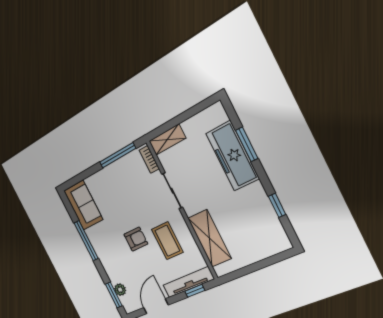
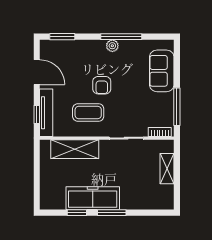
shelving: (167, 140) -> (167, 169), moved
window: (247, 144) -> (112, 213), moved
freezer: (232, 156) -> (93, 198), moved
sofa: (83, 205) -> (162, 71), moved, turned 90
plant: (120, 290) -> (112, 46), moved

